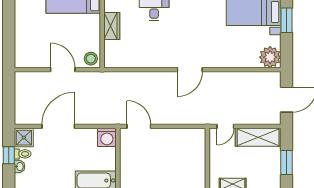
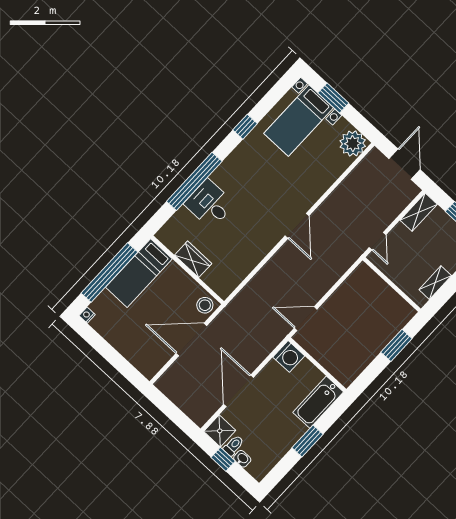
door: (63, 70) -> (191, 340), width x1.36
shelving: (258, 137) -> (419, 212), width x0.67, depth x0.75

